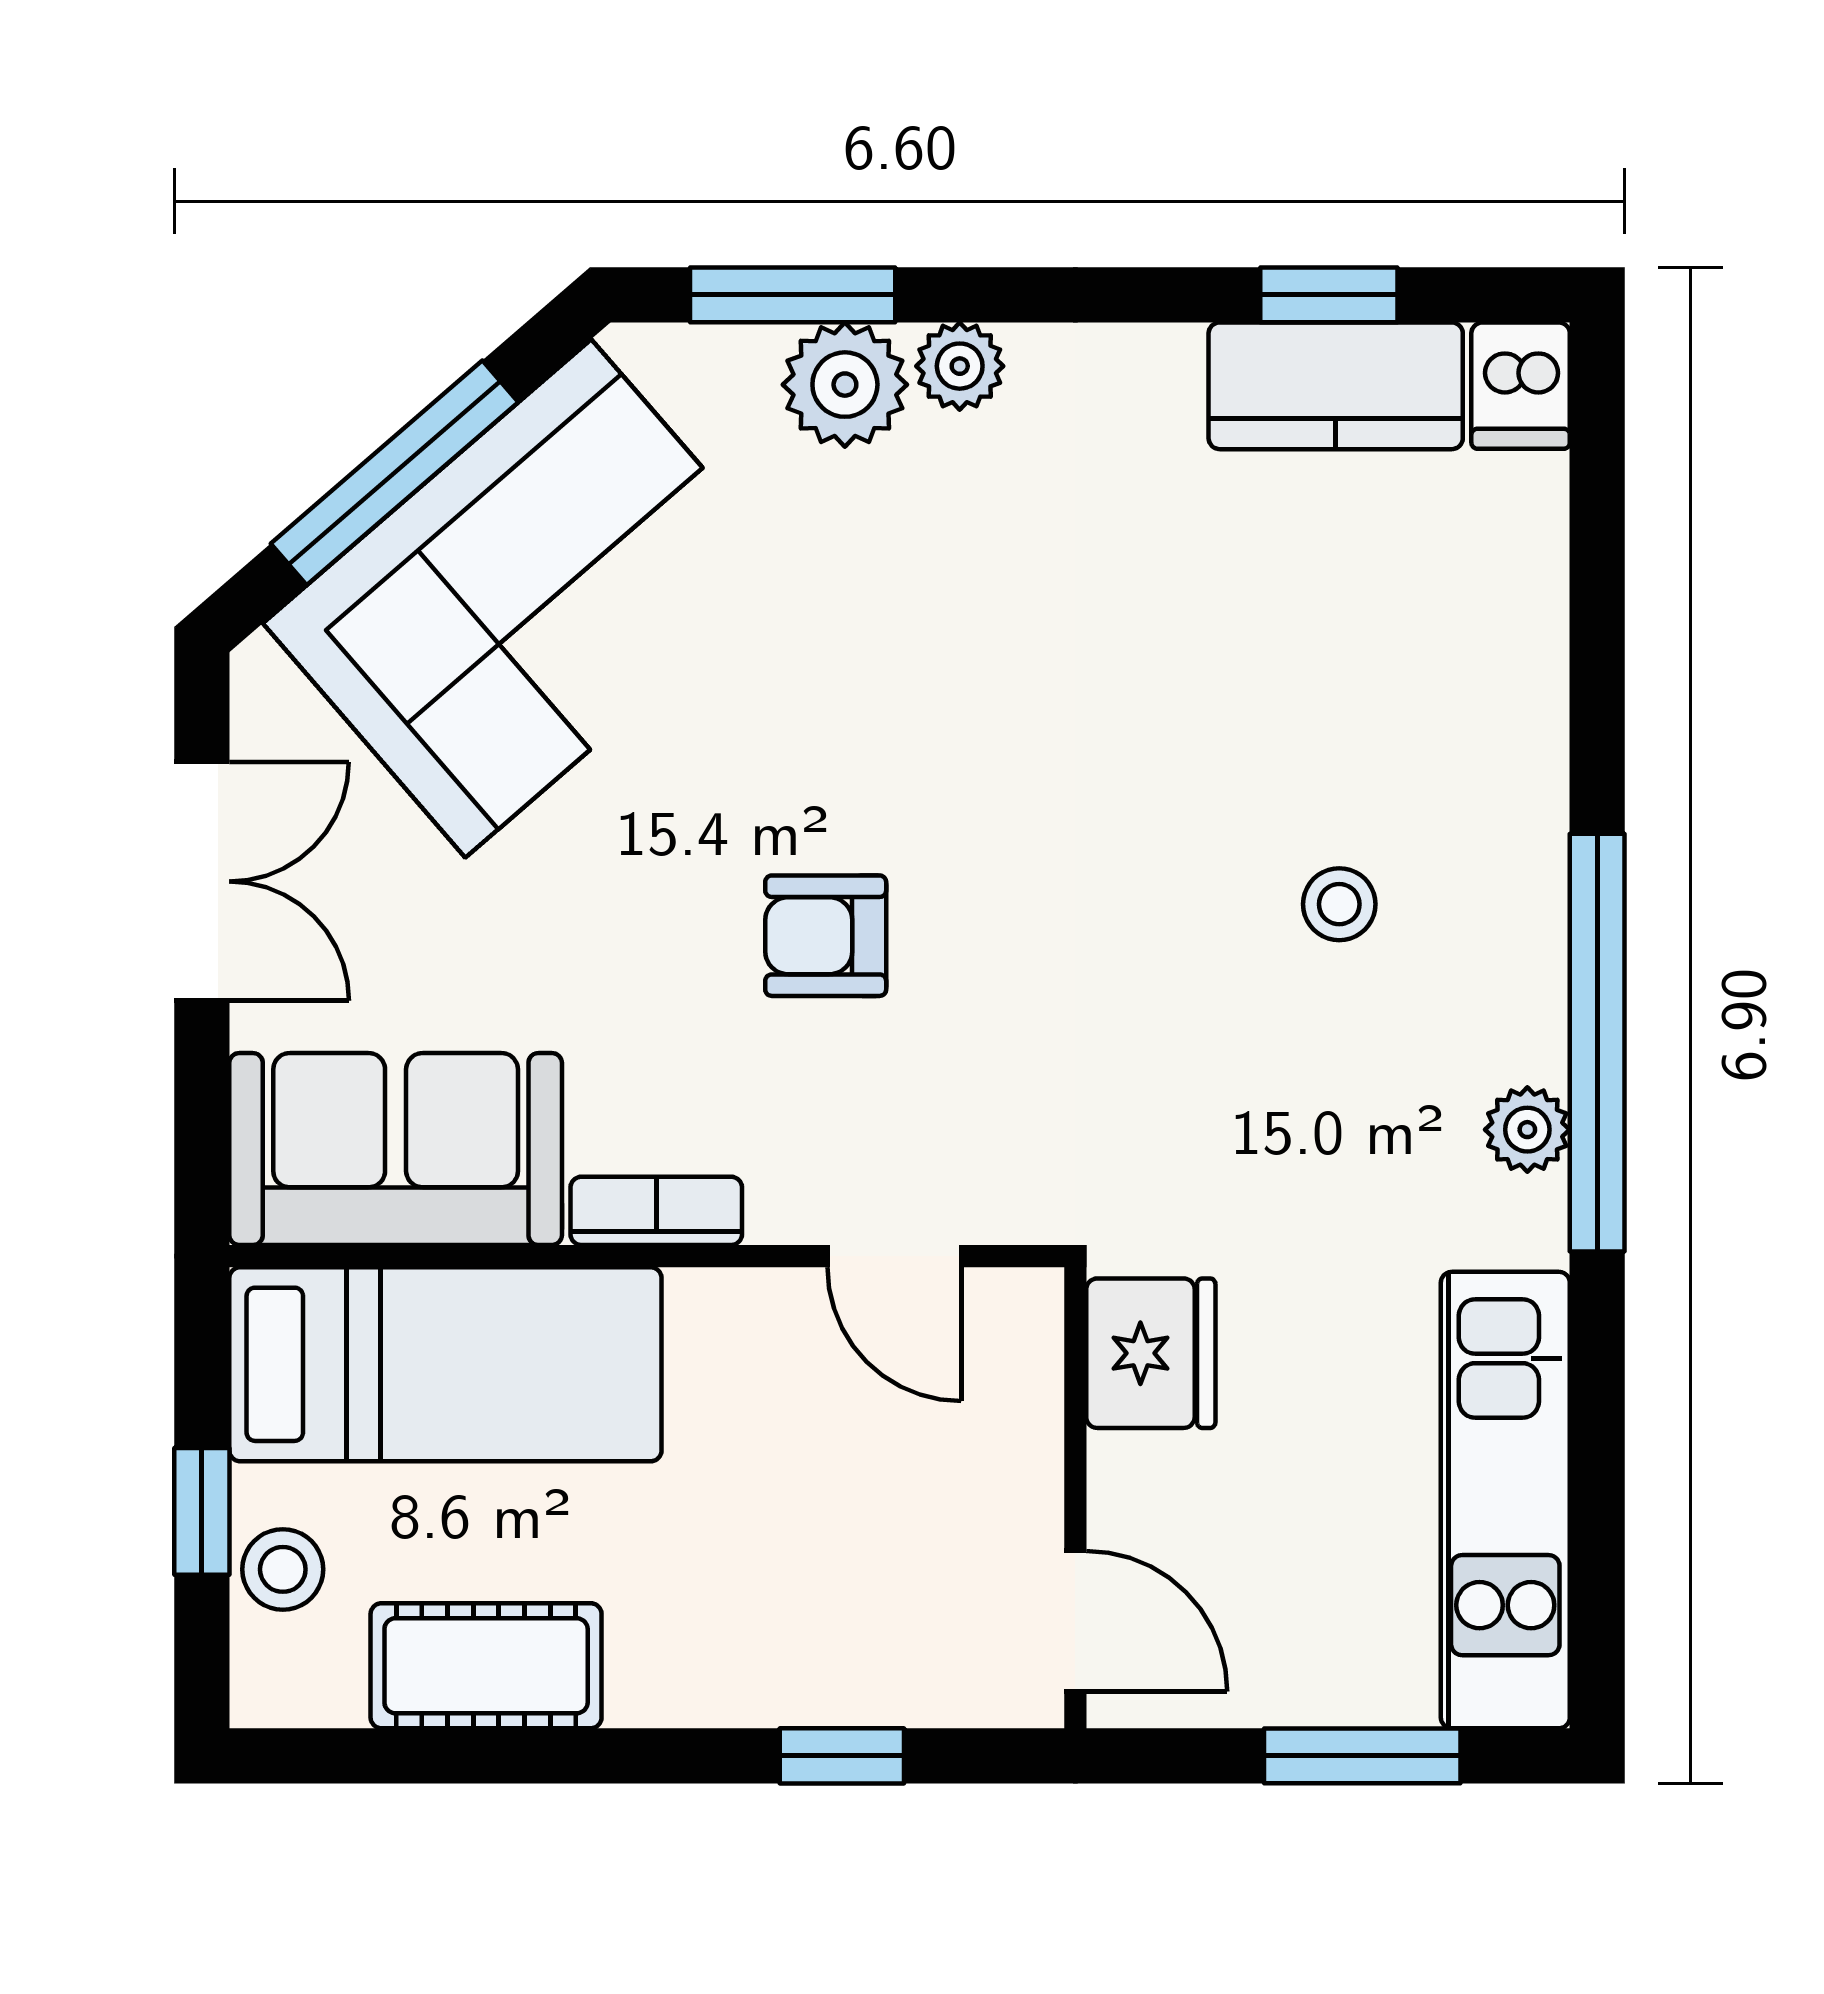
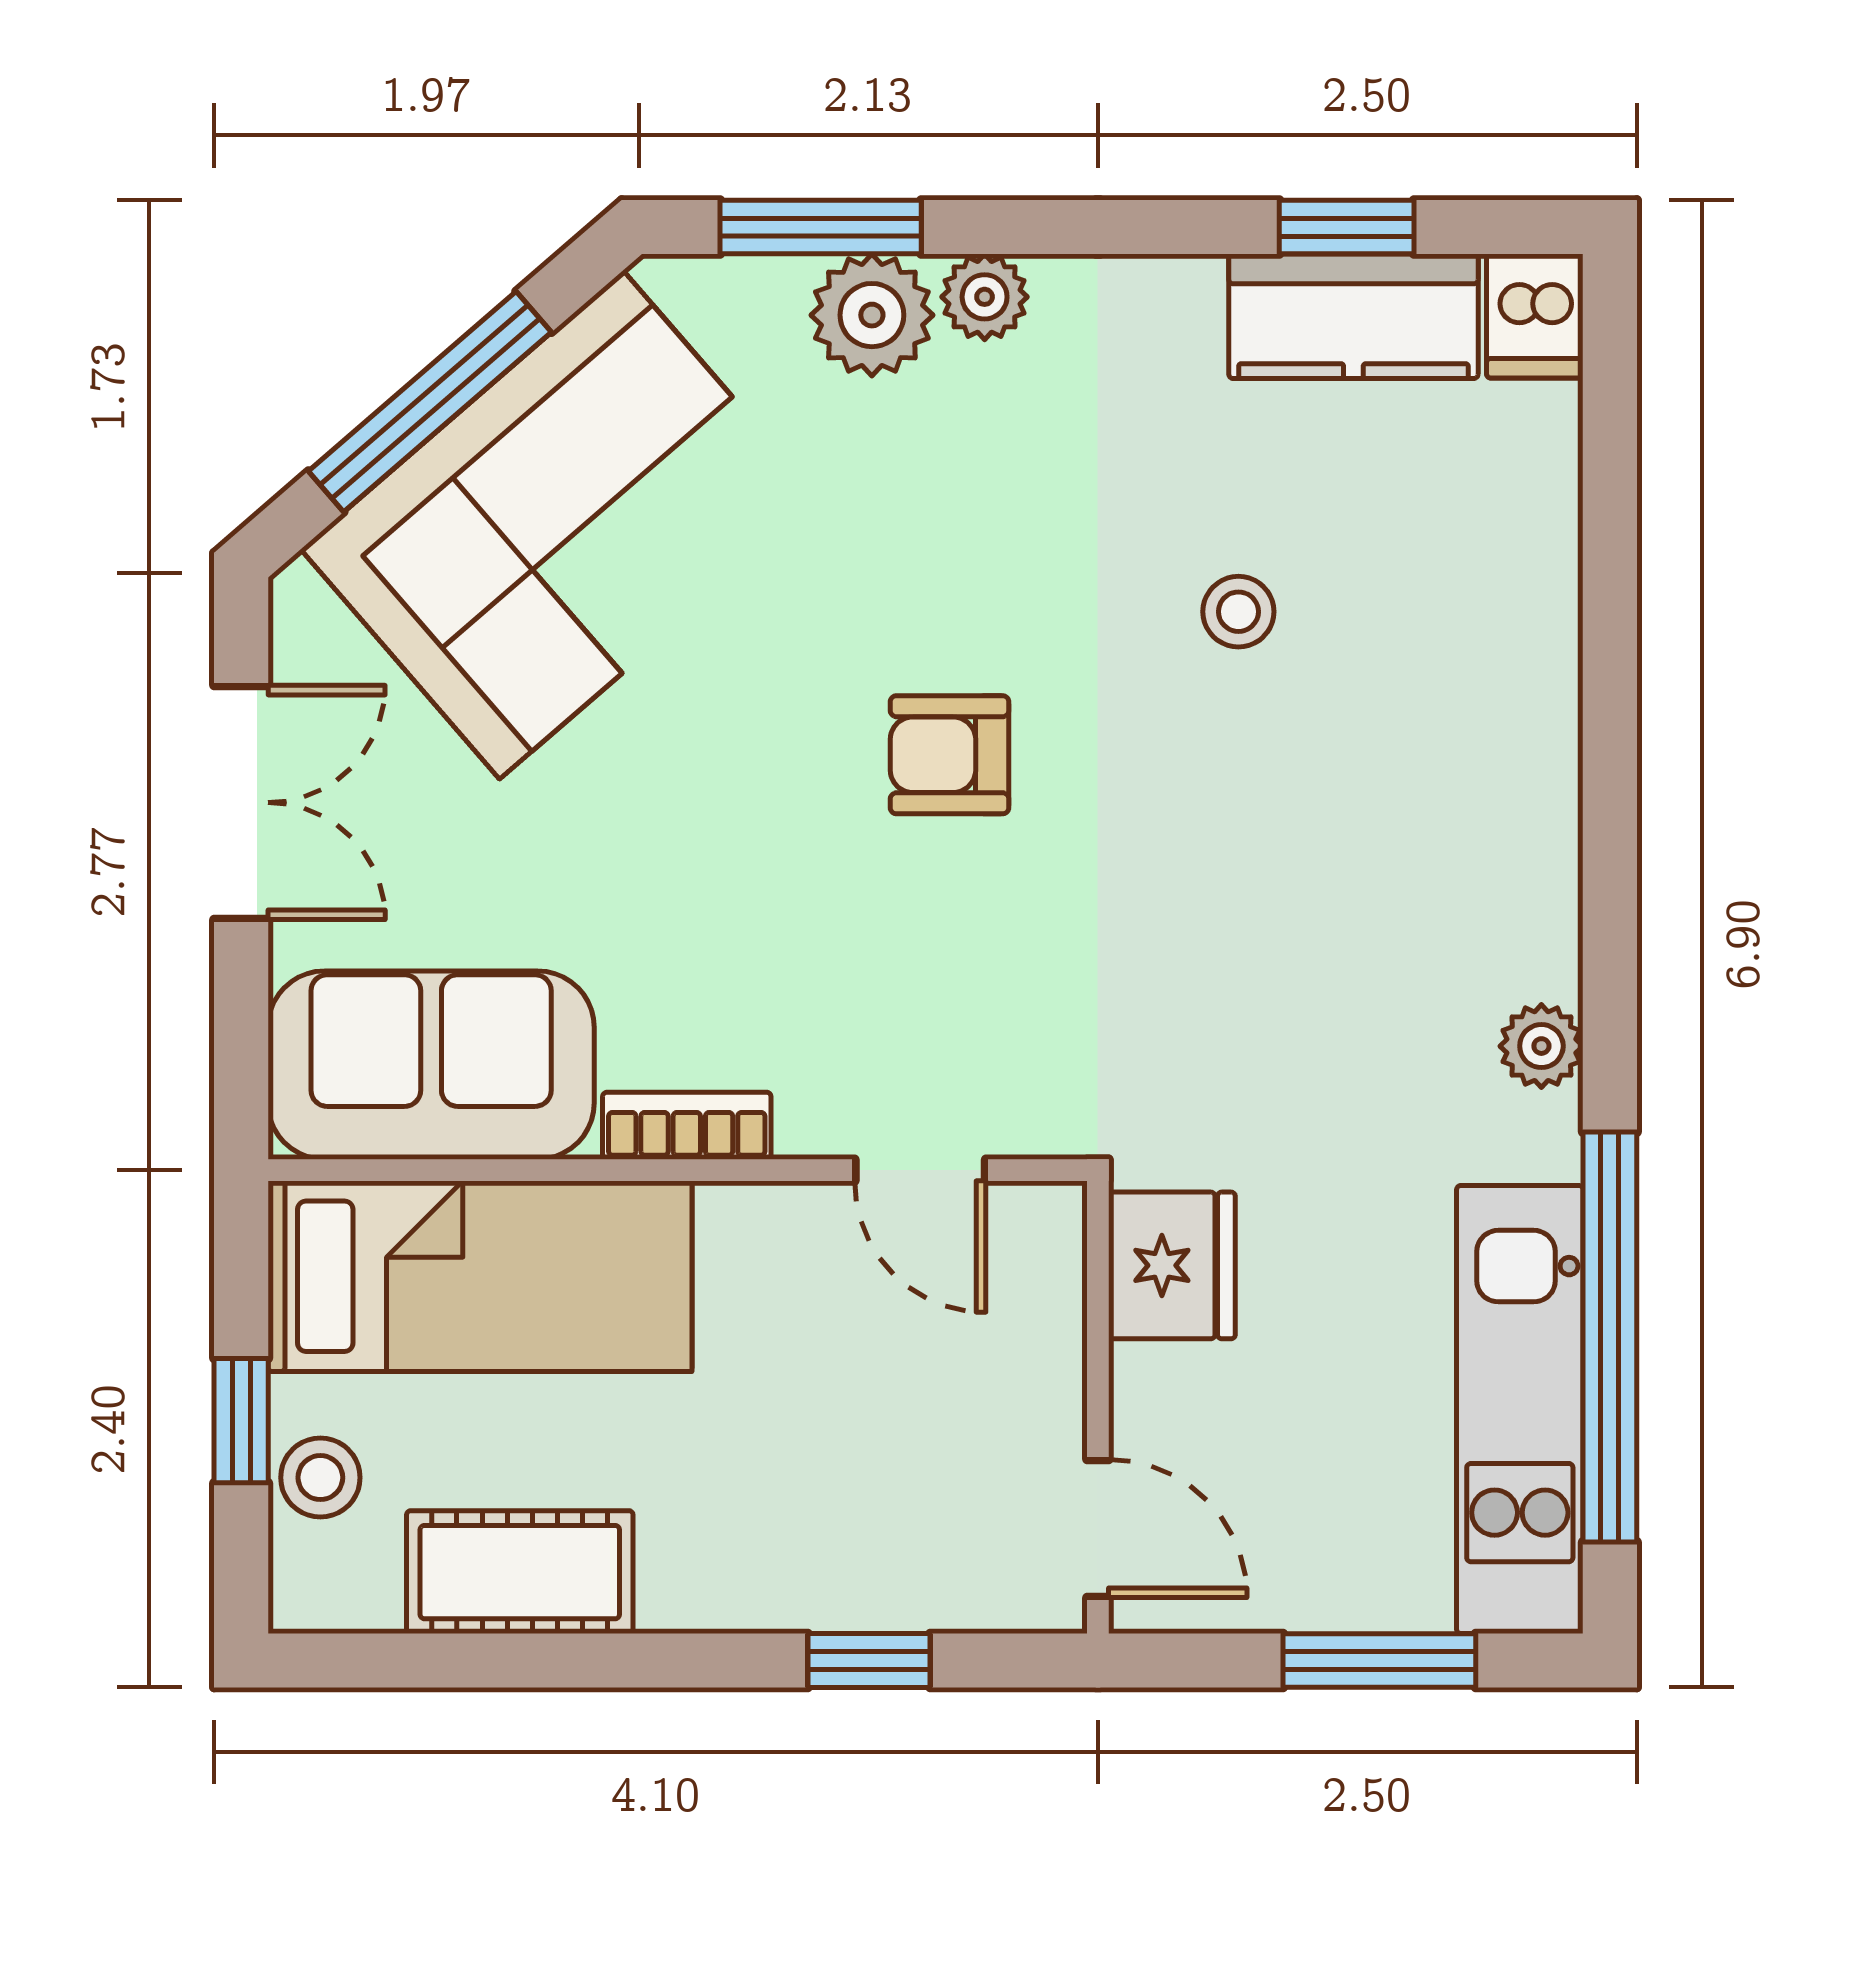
stool: (1339, 904) -> (1238, 612), moved
armchair: (826, 936) -> (950, 755), moved
window: (1597, 1043) -> (1610, 1337), moved

